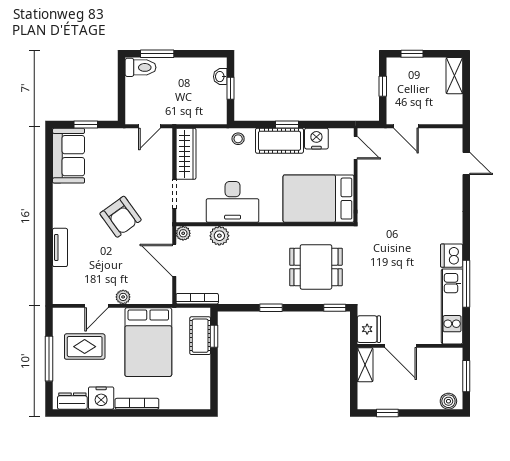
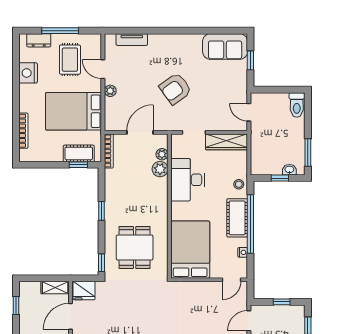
window: (157, 54) -> (308, 153), moved
window: (287, 124) -> (250, 224), width x3.17
nightstand: (316, 139) -> (243, 252), width x0.53, depth x0.56
plant: (183, 233) -> (162, 154), moved
tv unit: (60, 247) -> (132, 40), moved
dresser: (72, 401) -> (39, 40), moved, turned 90
bookcase: (137, 404) -> (23, 131), moved

